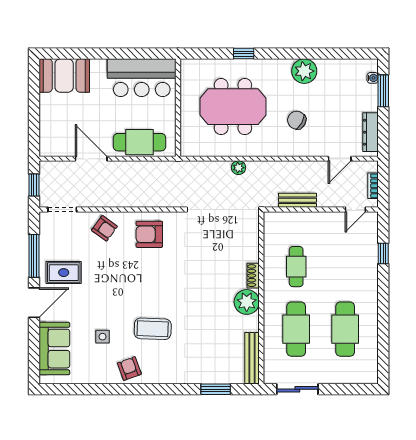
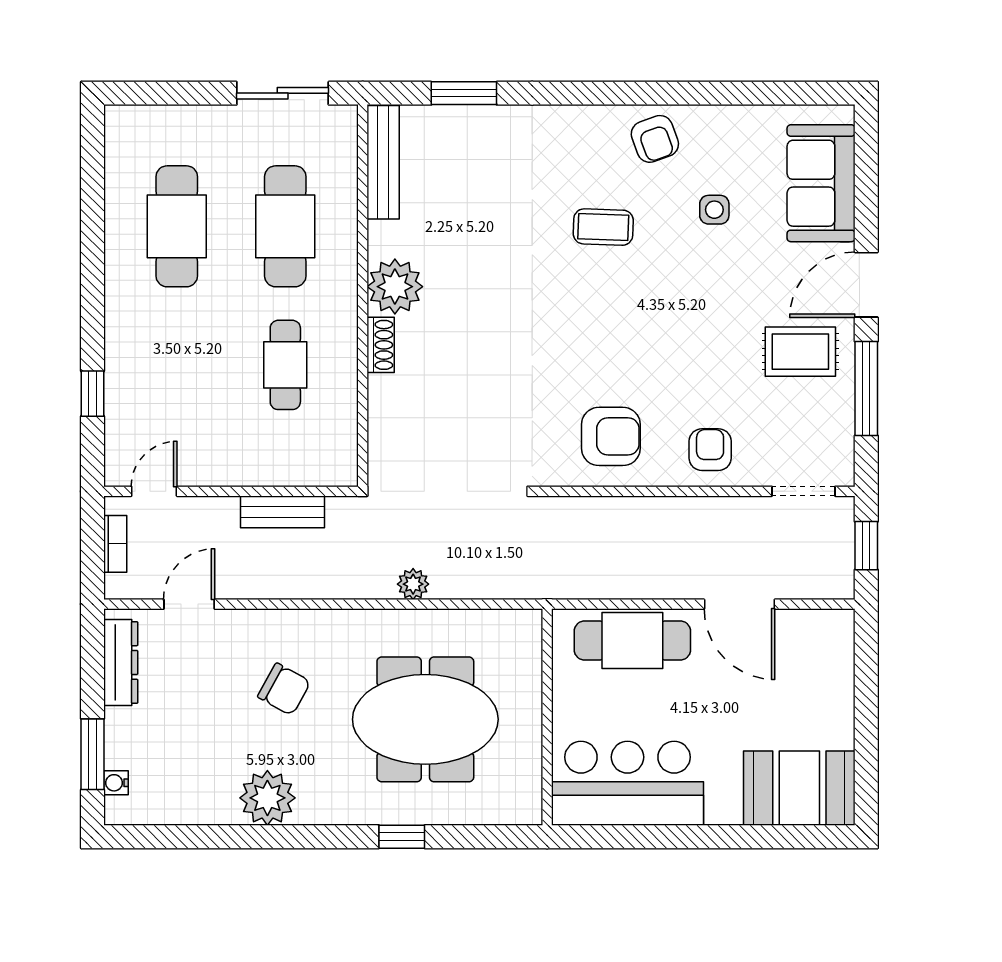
armchair: (104, 228) -> (710, 450), turned 54
coffee table: (153, 329) -> (603, 227), width x0.73, depth x0.77

